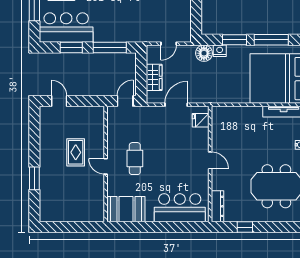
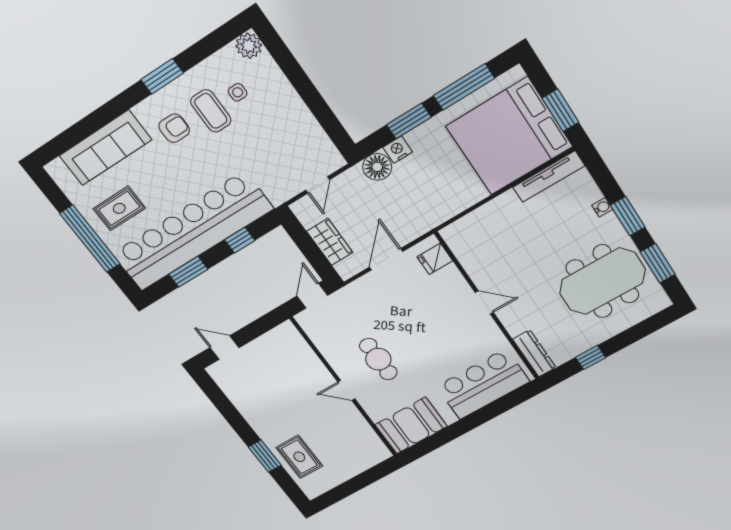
bar counter: (66, 28) -> (192, 231), width x1.86
window: (110, 47) -> (240, 240), width x0.46
rug: (76, 152) -> (299, 457), moved

